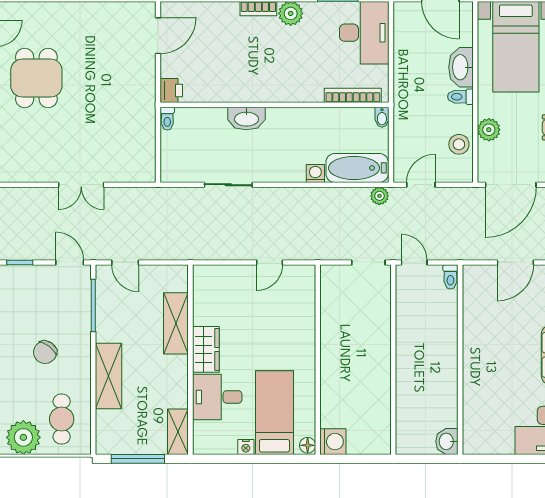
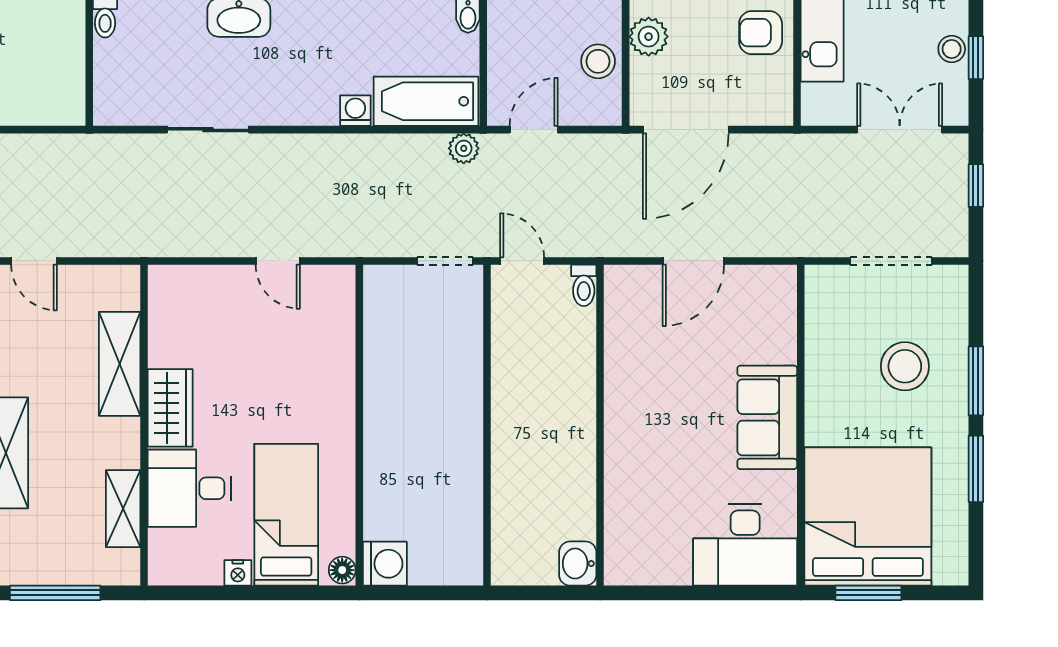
door: (269, 262) -> (278, 261), hinge flipped
shelving: (178, 432) -> (123, 509), moved

